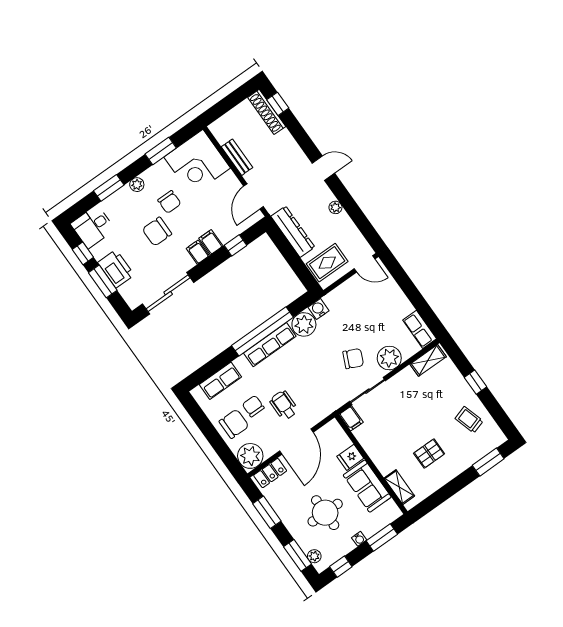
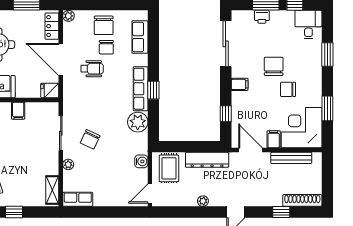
window: (278, 104) -> (281, 212), moved
bench: (237, 157) -> (291, 158), width x1.36
plant: (137, 185) -> (316, 75), removed
filing cabinet: (211, 242) -> (274, 139), moved, turned -90
printer: (116, 269) -> (262, 17), width x0.53, depth x0.68
water cooler: (318, 309) -> (141, 161), moved
window: (262, 331) -> (153, 90), width x0.32
plant: (389, 358) -> (68, 164), width x0.53, depth x0.53
chair: (253, 406) -> (106, 47), turned 90
filing cabinet: (351, 418) -> (18, 111), moved, turned -90
plant: (250, 456) -> (69, 16), width x0.53, depth x0.53
fridge: (350, 457) -> (50, 90), moved, turned -90

